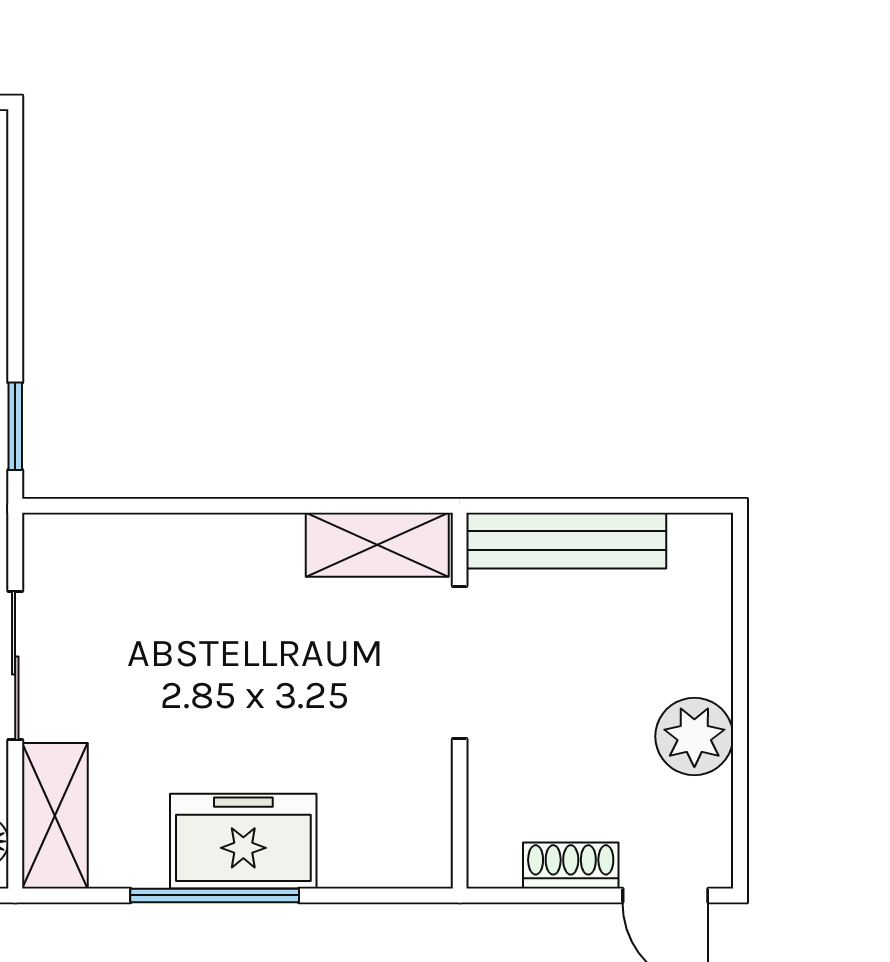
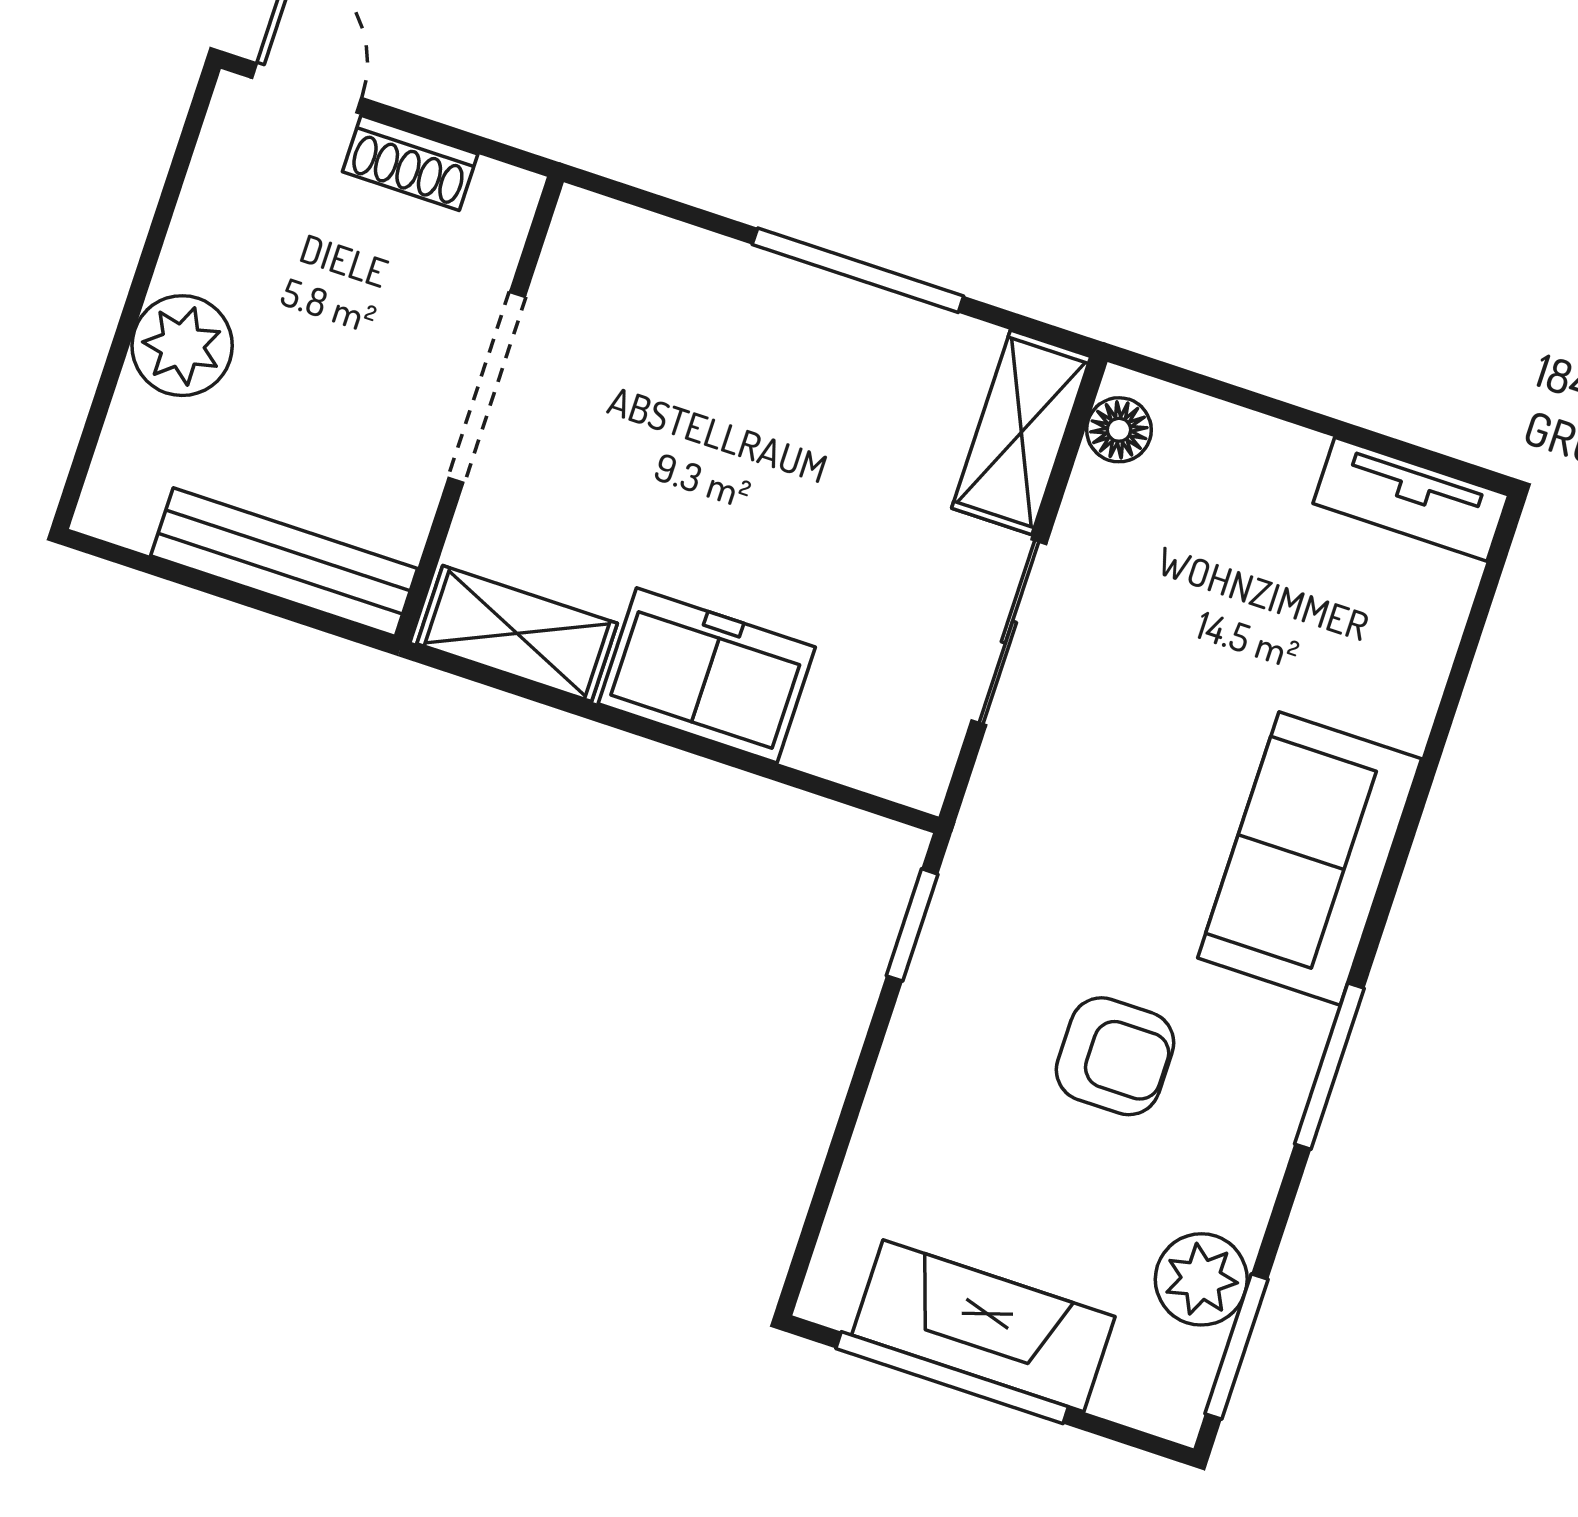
doorway: (460, 662) -> (487, 387), moved
plant: (694, 736) -> (182, 346), moved
freezer: (243, 841) -> (707, 675), moved, turned 180

